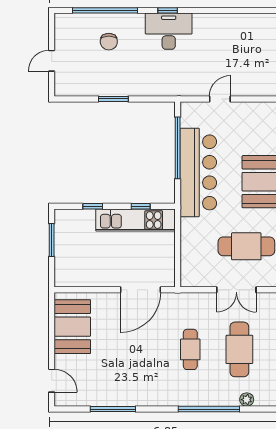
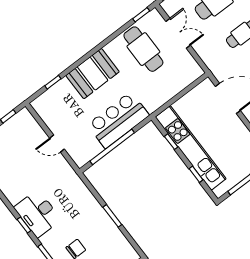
bar counter: (198, 172) -> (118, 120), width x0.73
kitchen unit: (135, 220) -> (191, 148), width x1.36

